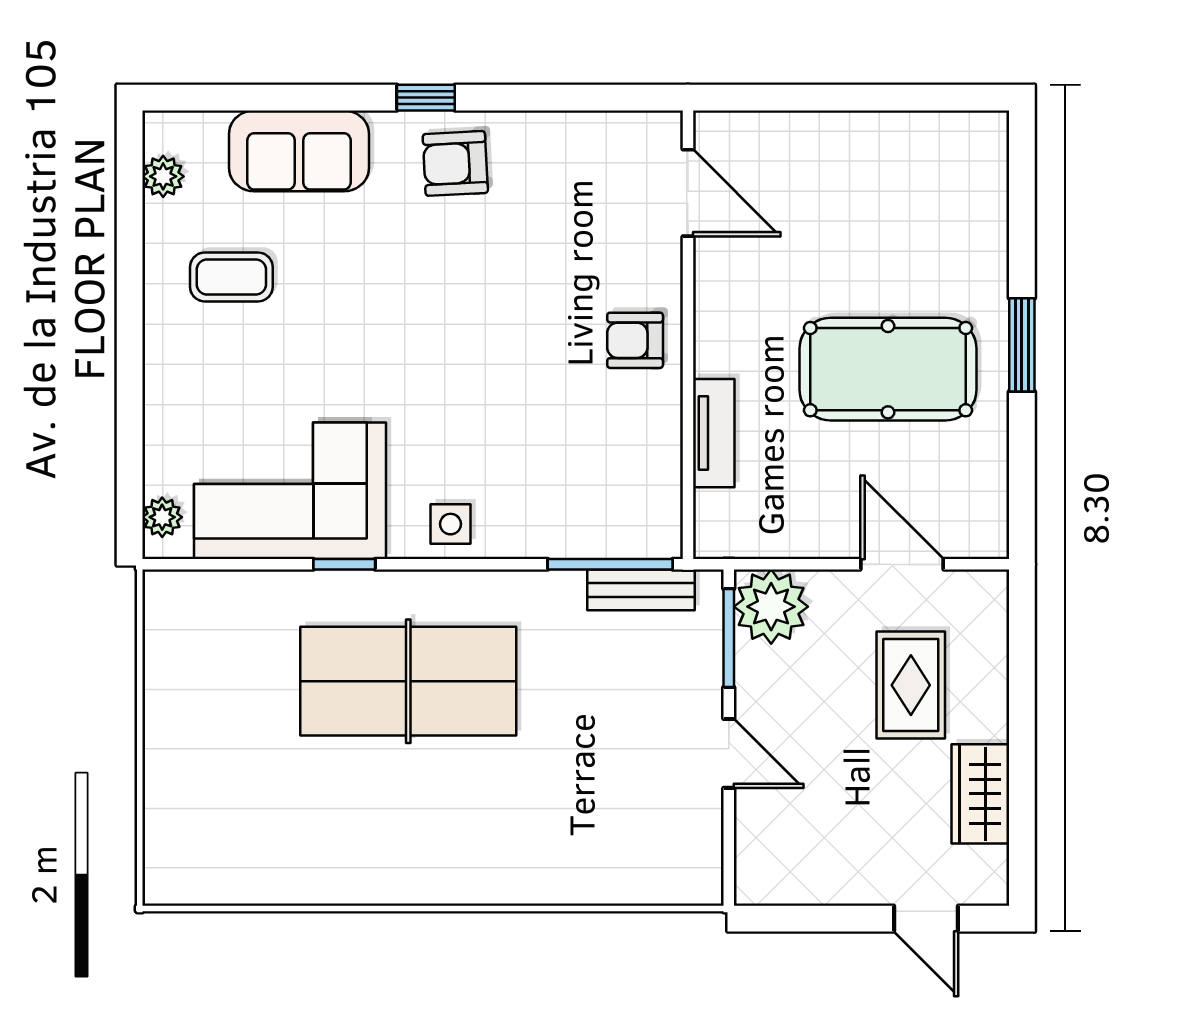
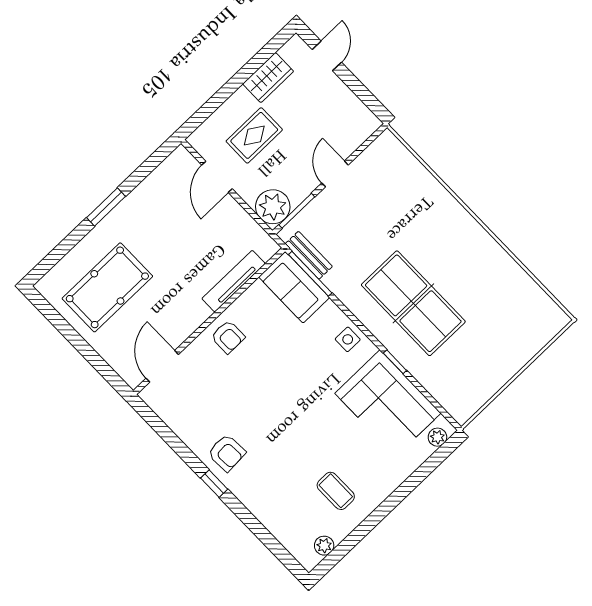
sofa: (299, 151) -> (294, 287), moved, turned 180
pool table: (888, 369) -> (107, 287), moved, turned 90
tv unit: (714, 433) -> (234, 281), width x1.41

